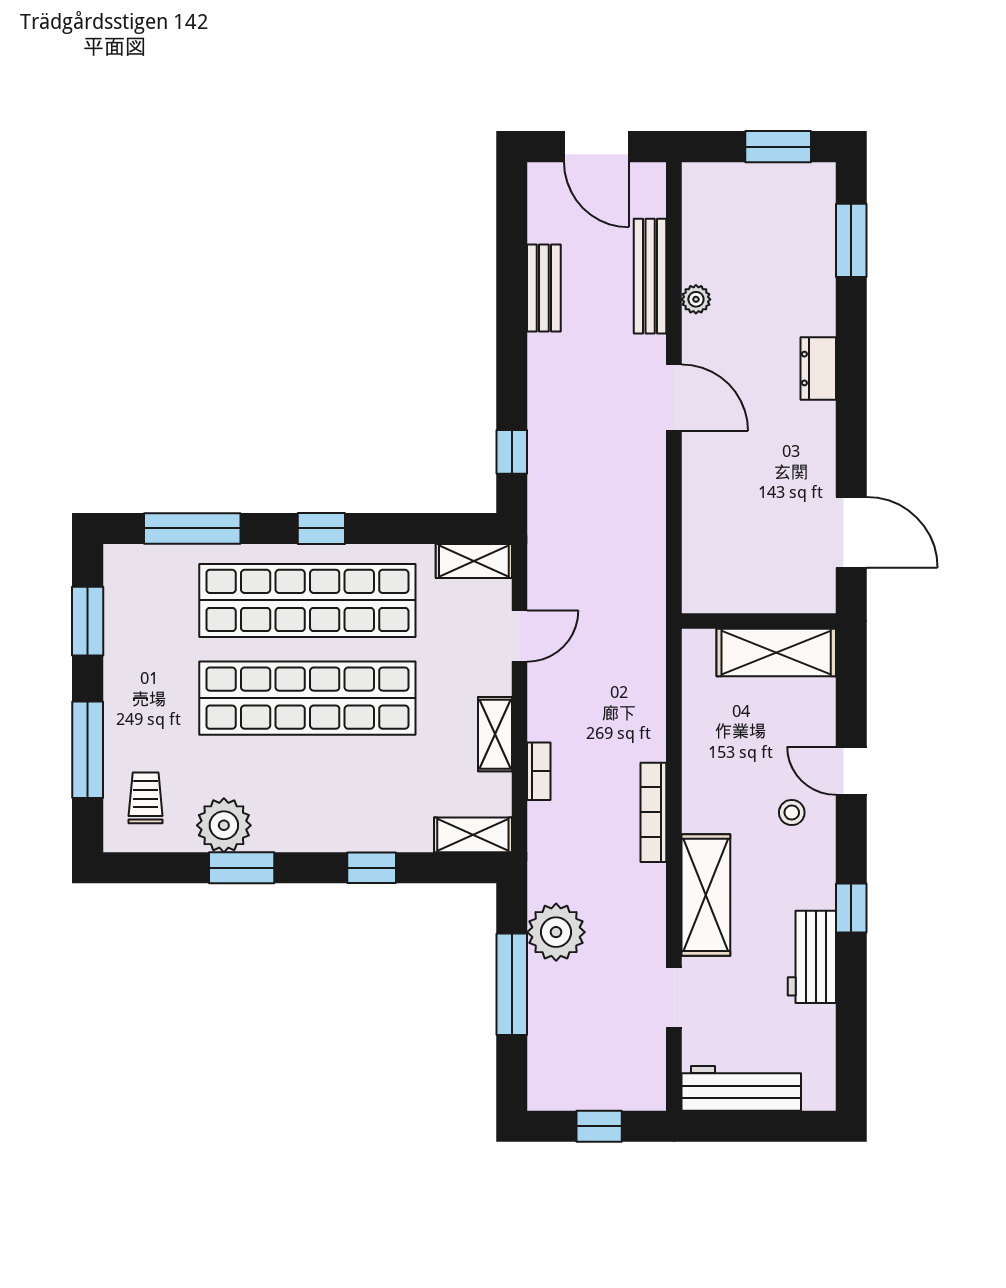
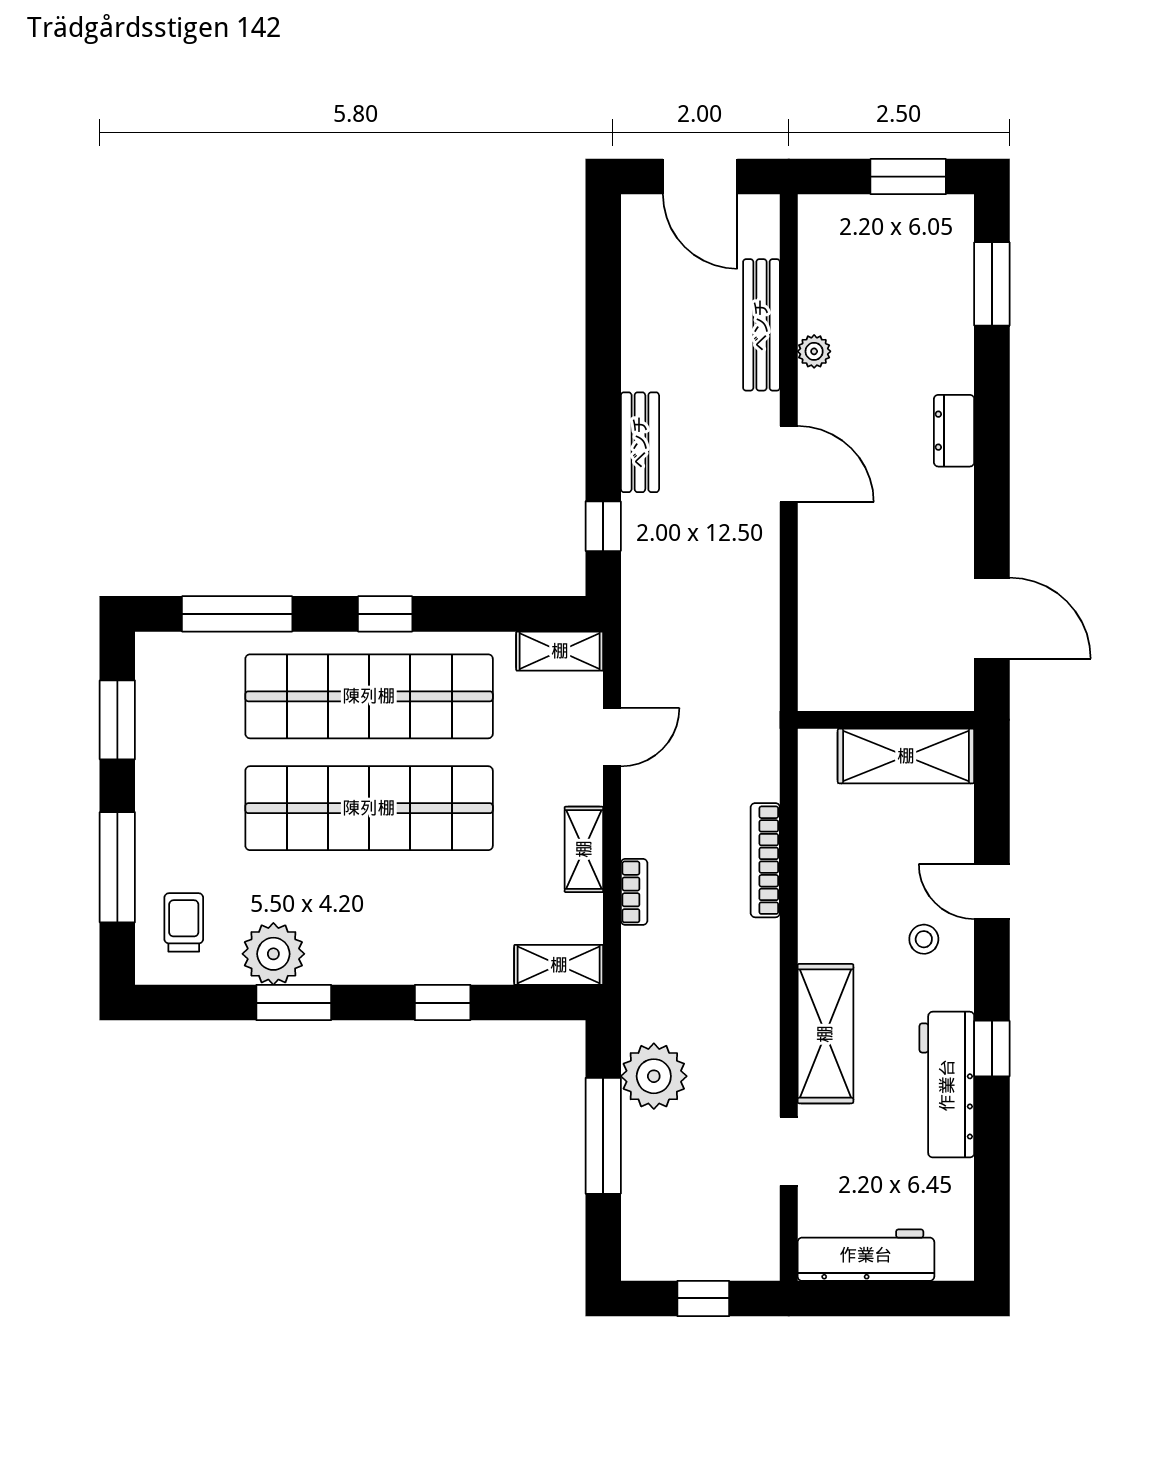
bench: (544, 288) -> (640, 442), moved
bookcase: (653, 812) -> (765, 860), moved
workbench: (812, 957) -> (947, 1085), width x1.37

